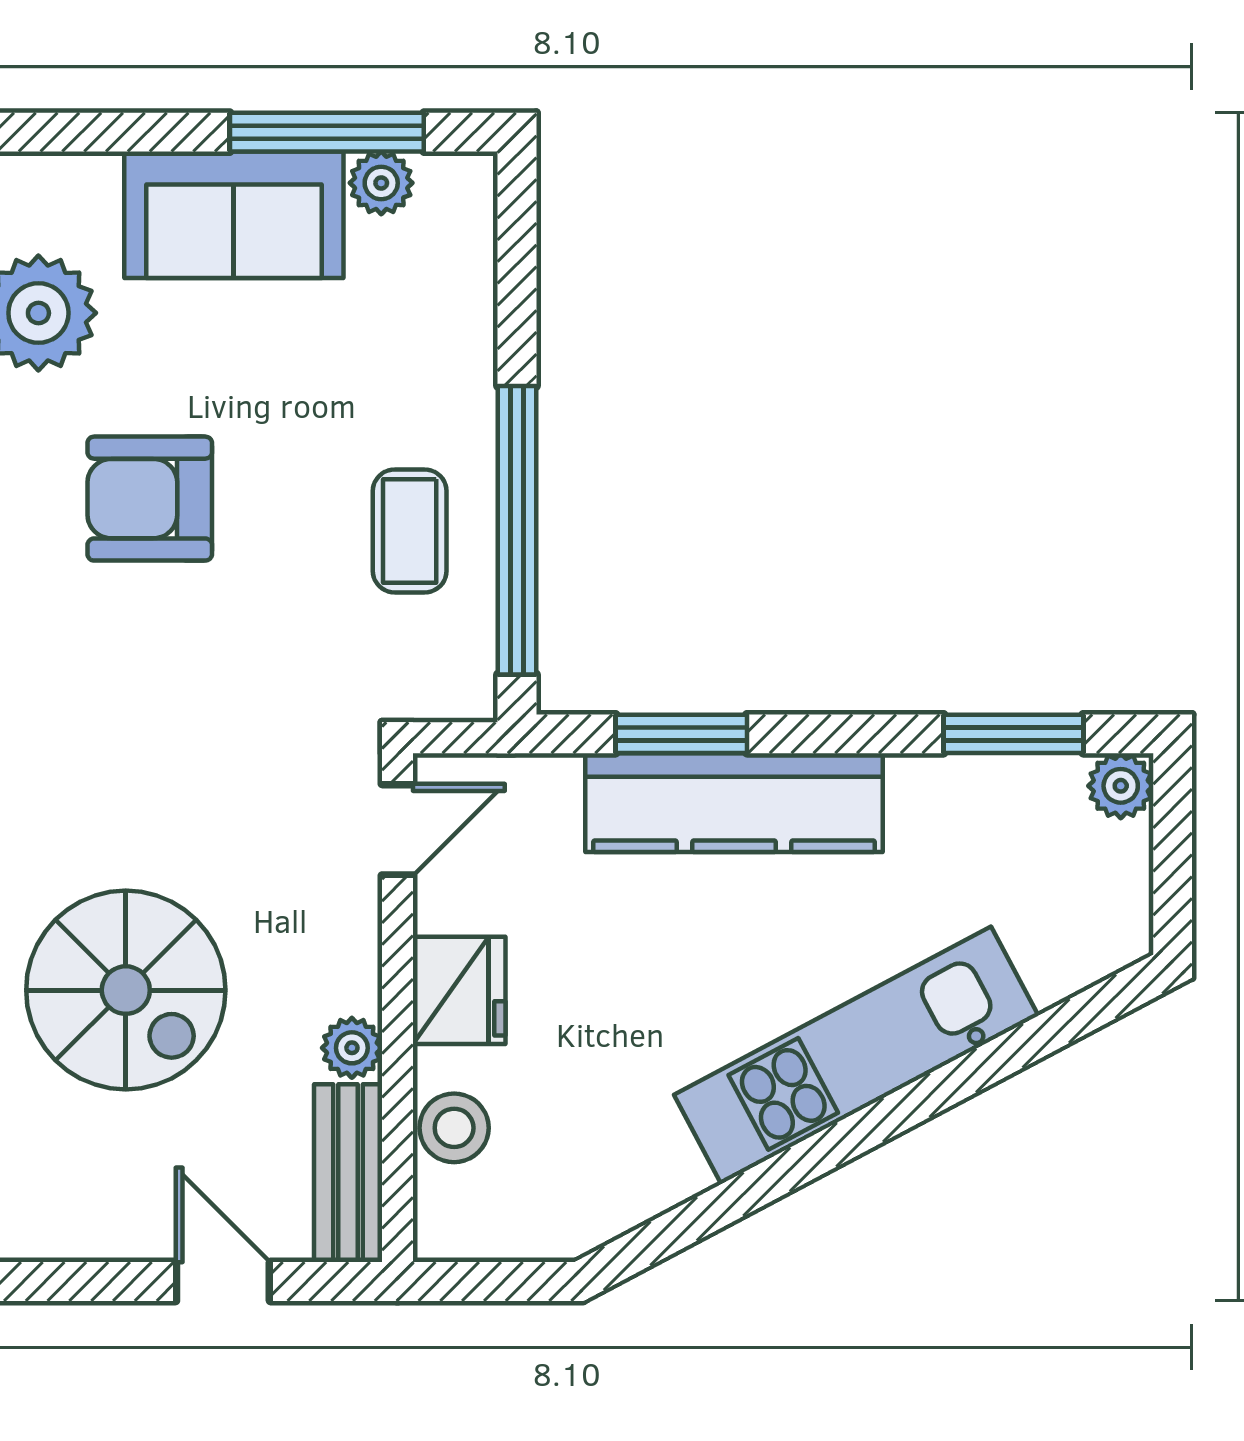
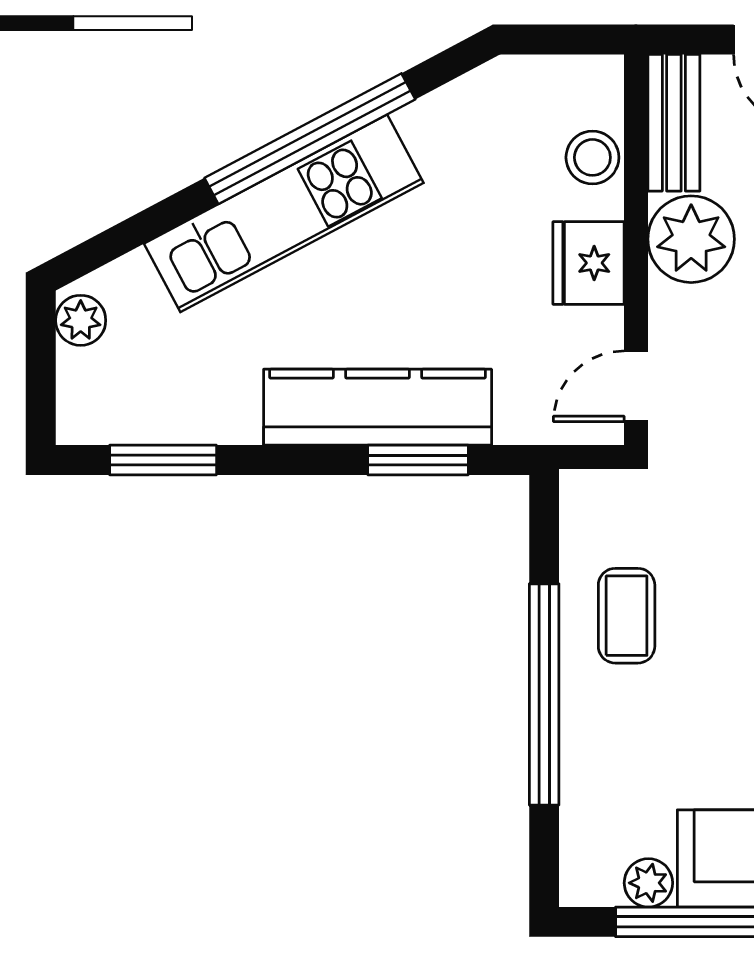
window: (517, 530) -> (544, 694), moved
plant: (1121, 786) -> (81, 320), moved
plant: (352, 1048) -> (691, 239), width x1.87, depth x1.87
window: (822, 1152) -> (310, 139), added

